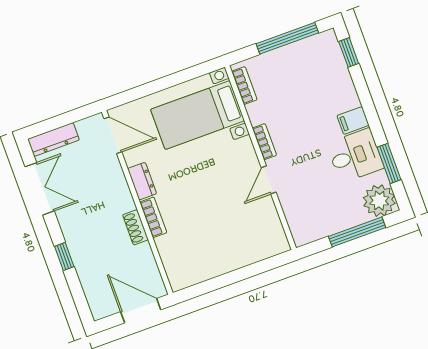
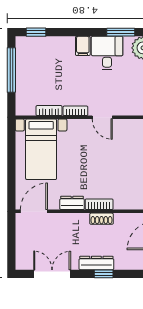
bookcase: (244, 85) -> (49, 111), moved
dresser: (53, 139) -> (96, 263), moved, turned -90

